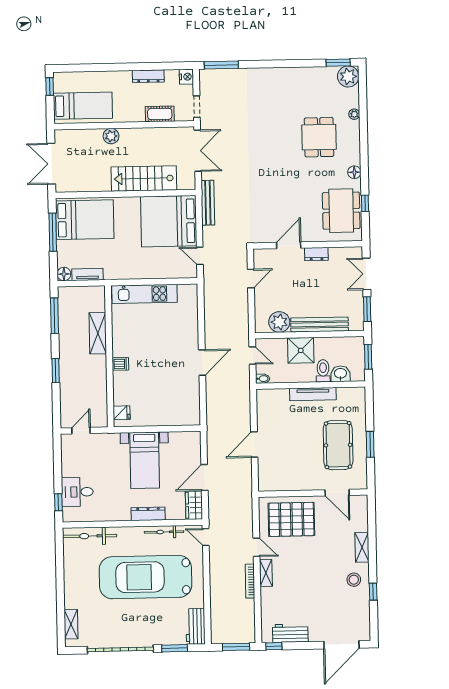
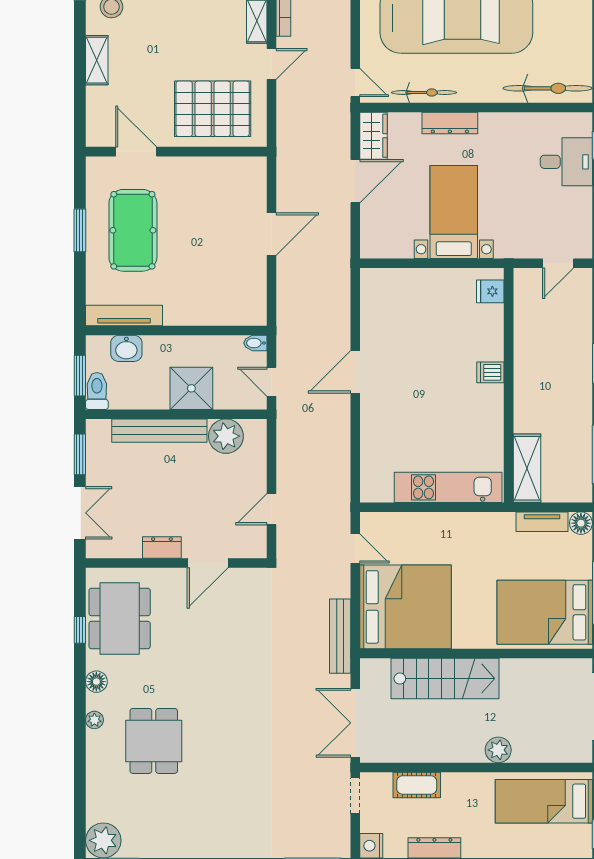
plant: (354, 114) -> (94, 720), moved
shelving: (98, 333) -> (527, 468), moved
toilet: (323, 371) -> (97, 391), moved, turned 180
tv unit: (313, 394) -> (124, 316), moved
door: (256, 547) -> (272, 64), swing flipped

